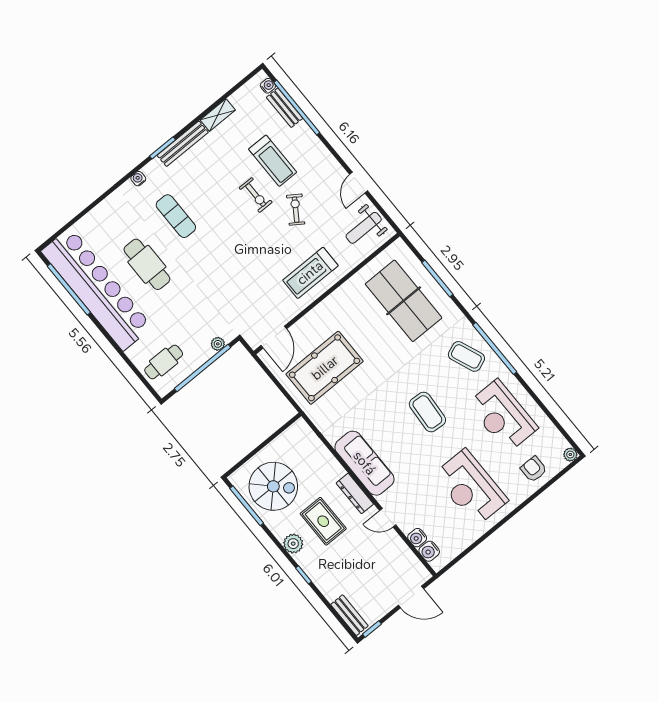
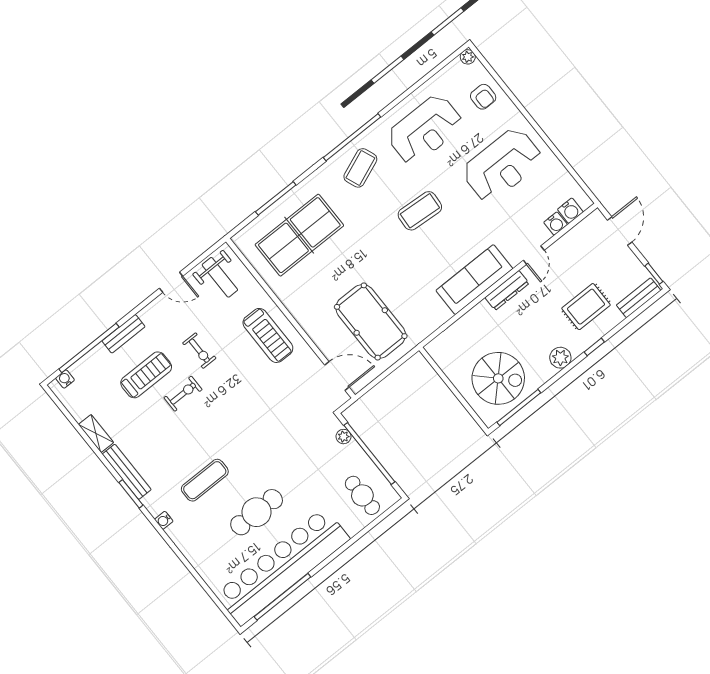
bench: (285, 108) -> (123, 334), moved
exercise bike: (296, 210) -> (199, 351), turned -124
armchair: (534, 469) -> (483, 97), turned -90
spiral stairs: (273, 486) -> (498, 378), turned 90
rug: (323, 521) -> (586, 307), moved

